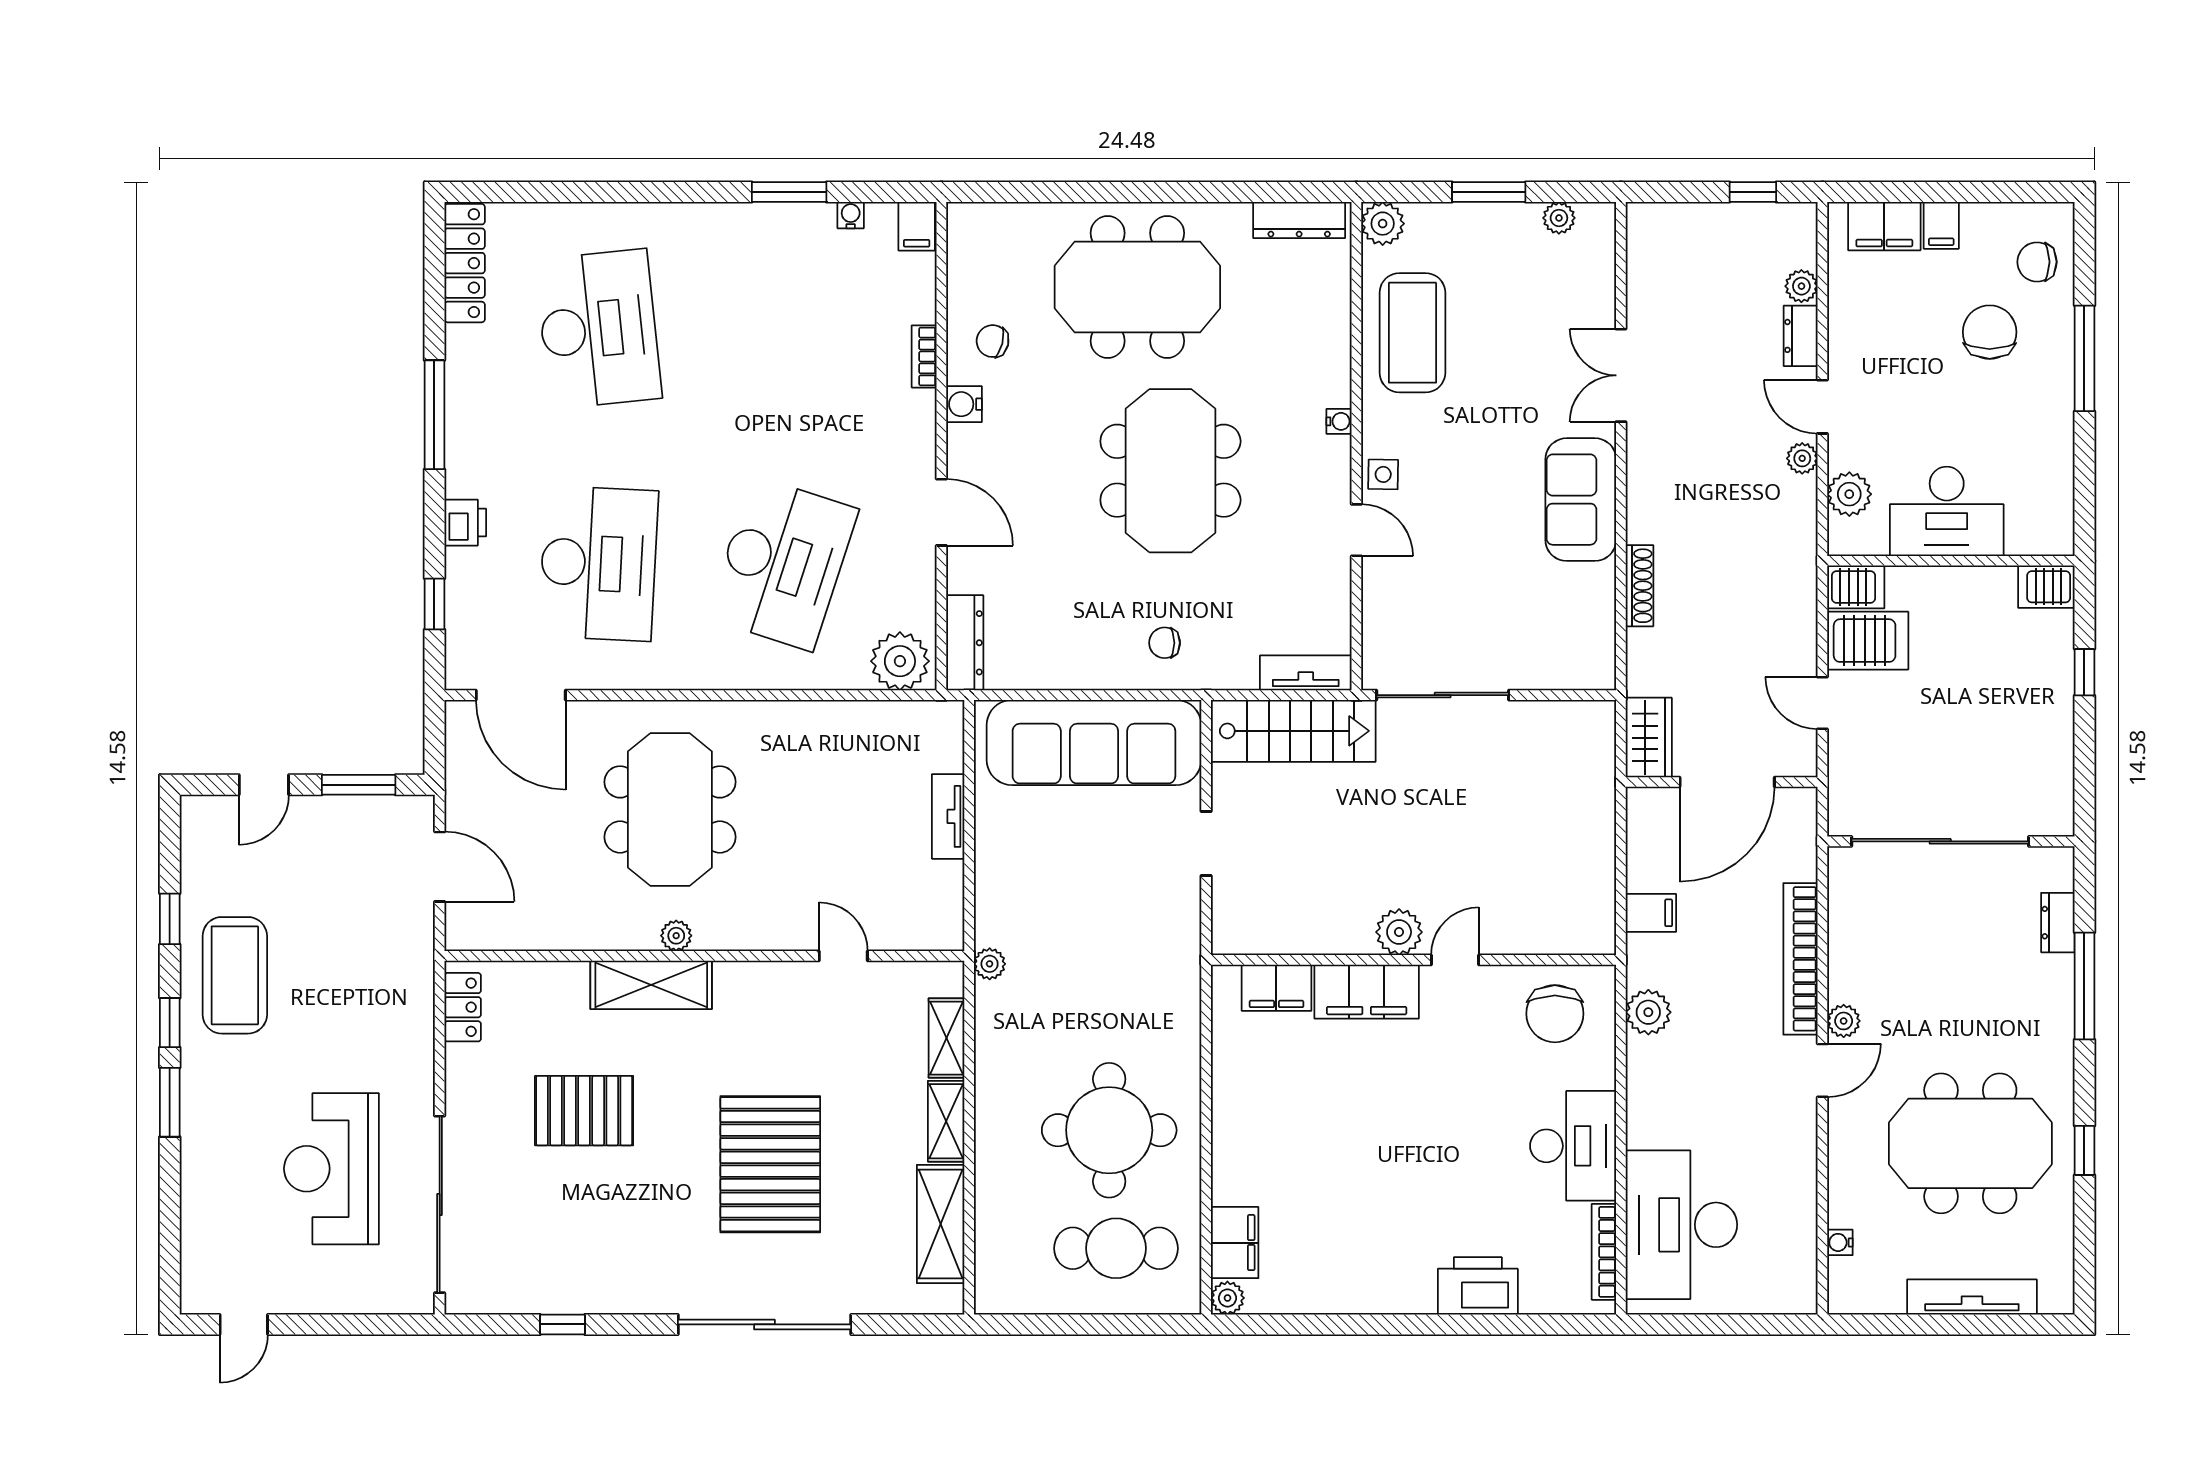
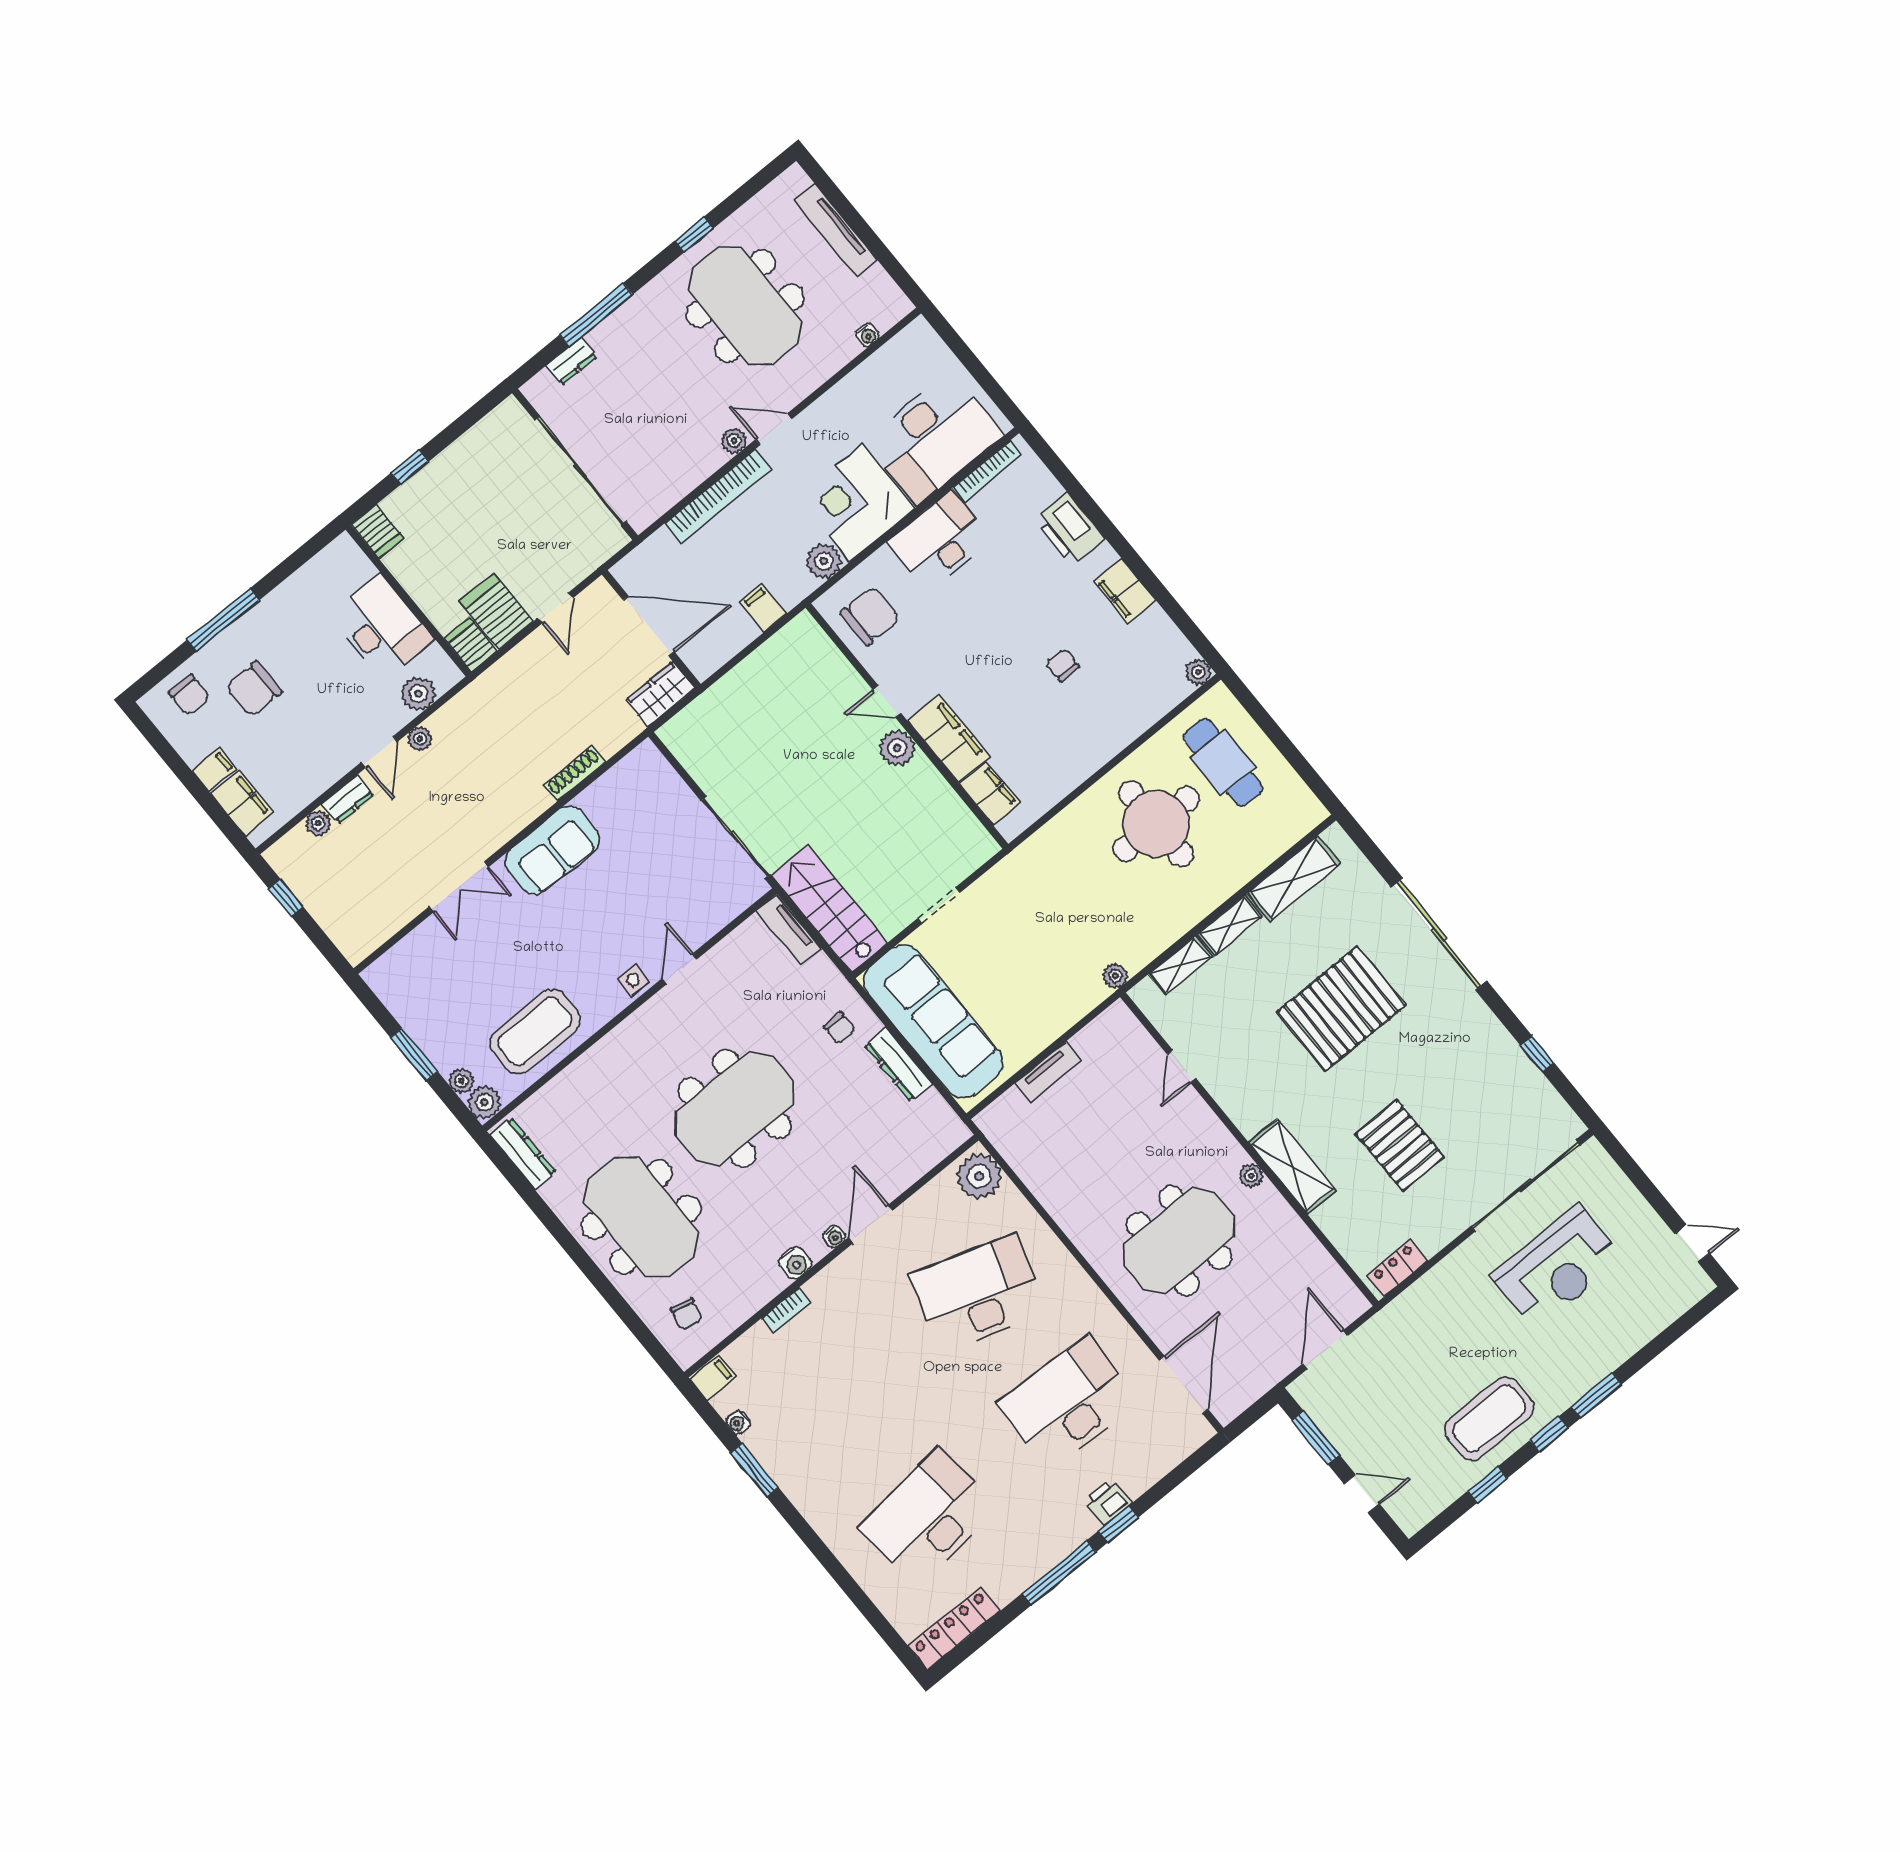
plant: (1559, 218) -> (461, 1081), moved
chair: (993, 341) -> (686, 1314), moved
water cooler: (1339, 421) -> (834, 1237), moved, turned 180
window: (434, 604) -> (1118, 1524), moved
dresser: (965, 643) -> (898, 1065), moved, turned -90
corner desk: (1680, 1093) -> (856, 503), added
chair: (1346, 1167) -> (1063, 665), added
filing cabinet: (1235, 1243) -> (1125, 591), moved, turned -90

